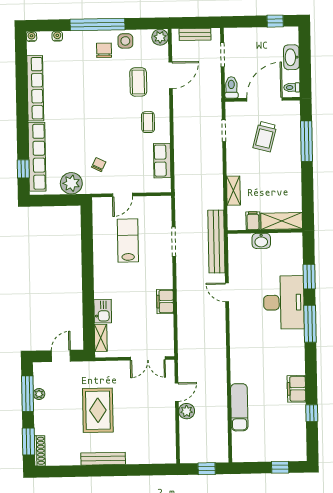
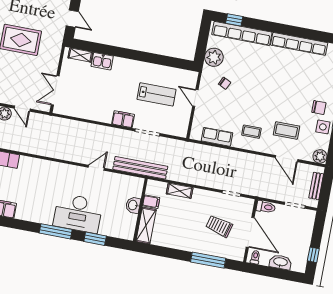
filing cabinet: (165, 301) -> (123, 119), moved

